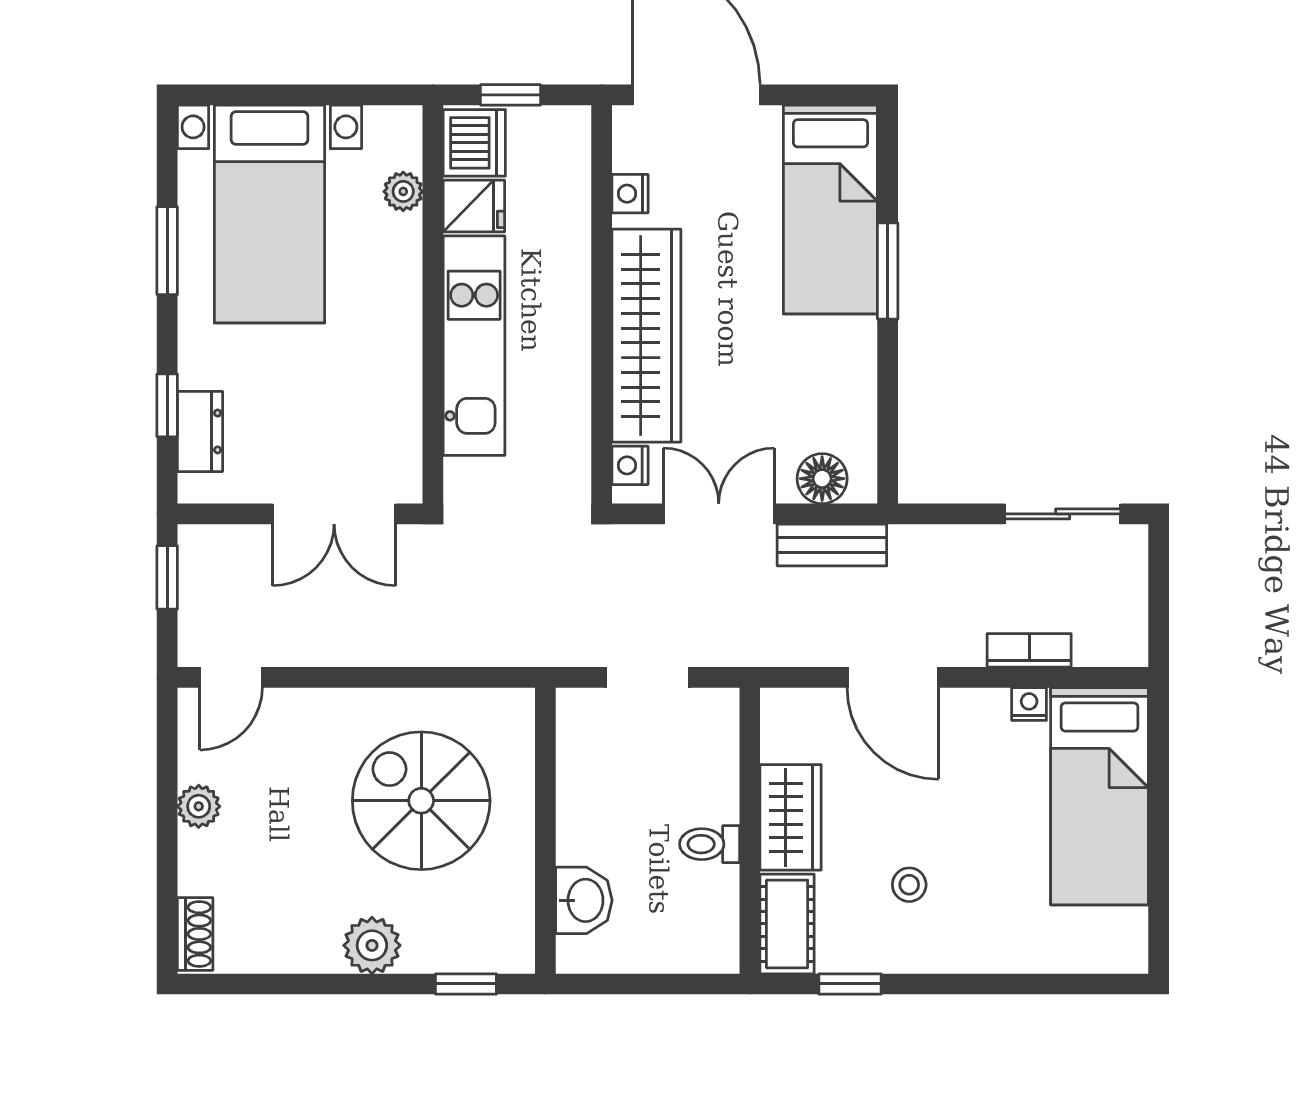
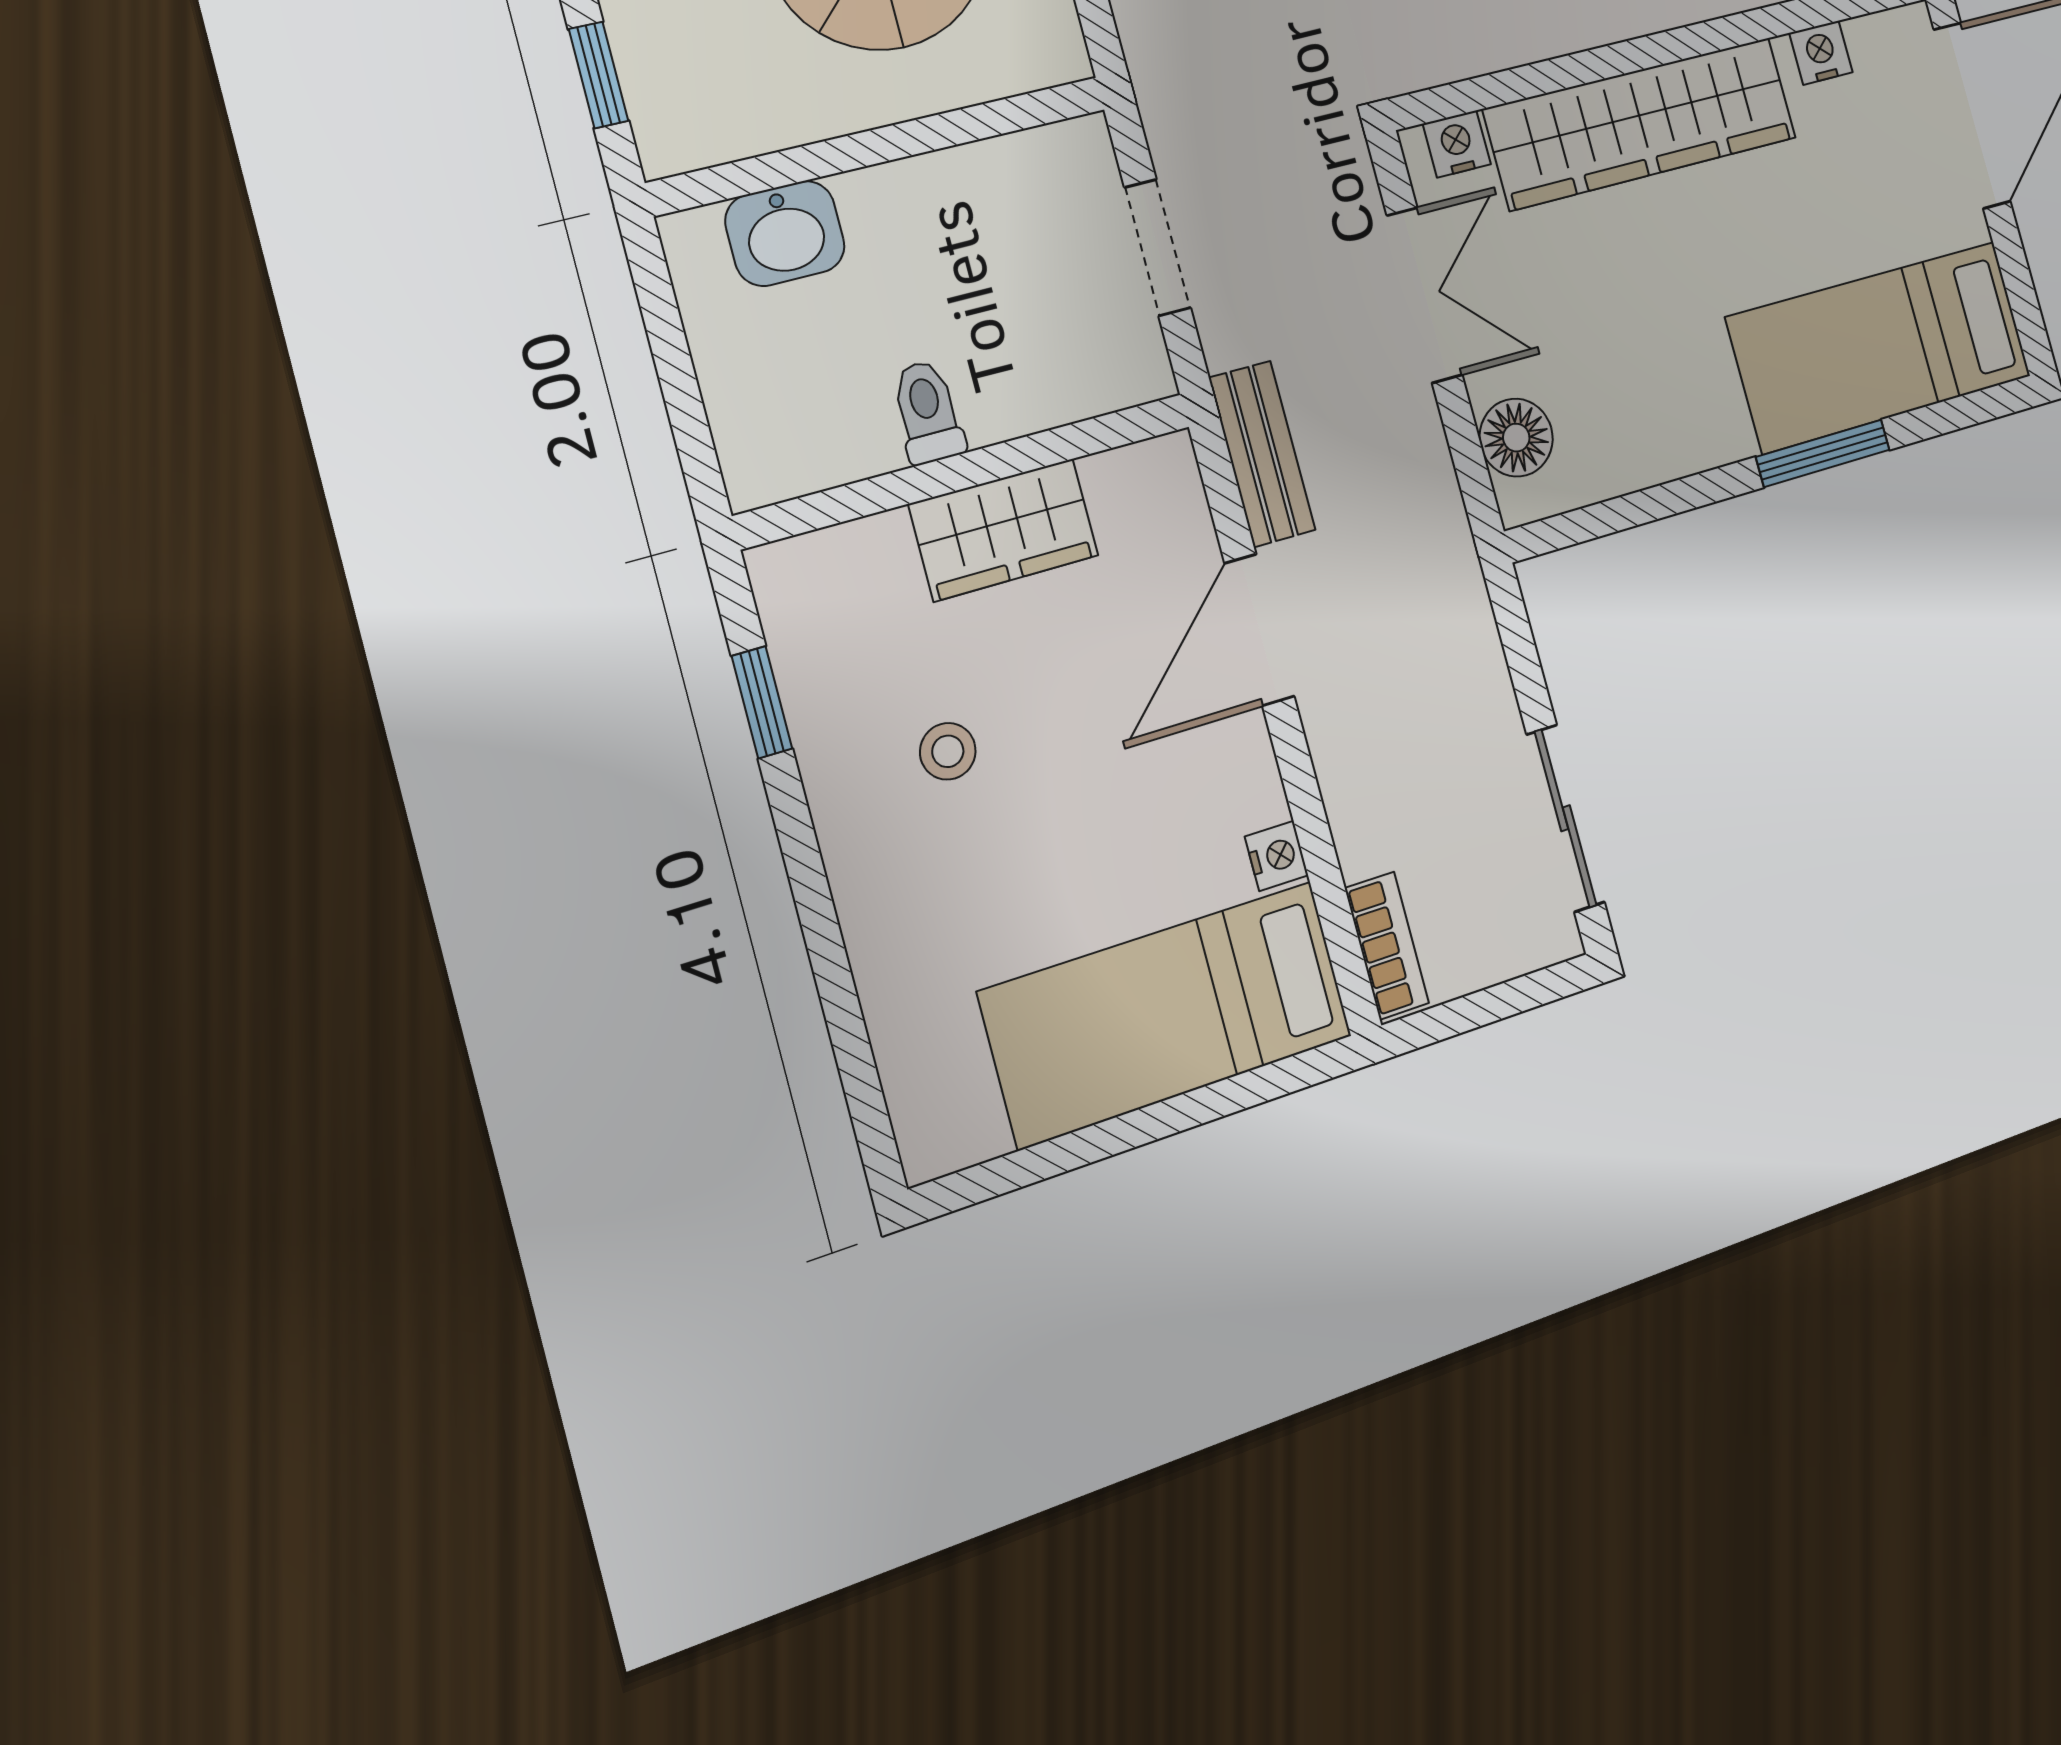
bench: (832, 545) -> (1262, 454), moved
bookcase: (1029, 650) -> (1387, 946), moved
cot: (787, 924) -> (833, 571), removed

